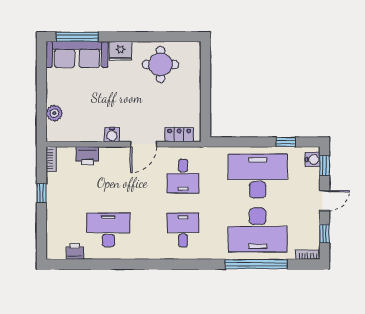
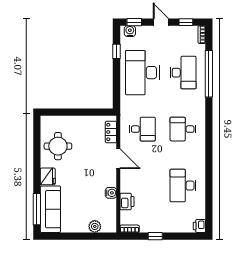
water cooler: (112, 135) -> (111, 193), moved
desk: (258, 230) -> (183, 73), width x0.73, depth x0.77
printer: (75, 252) -> (199, 226), moved

